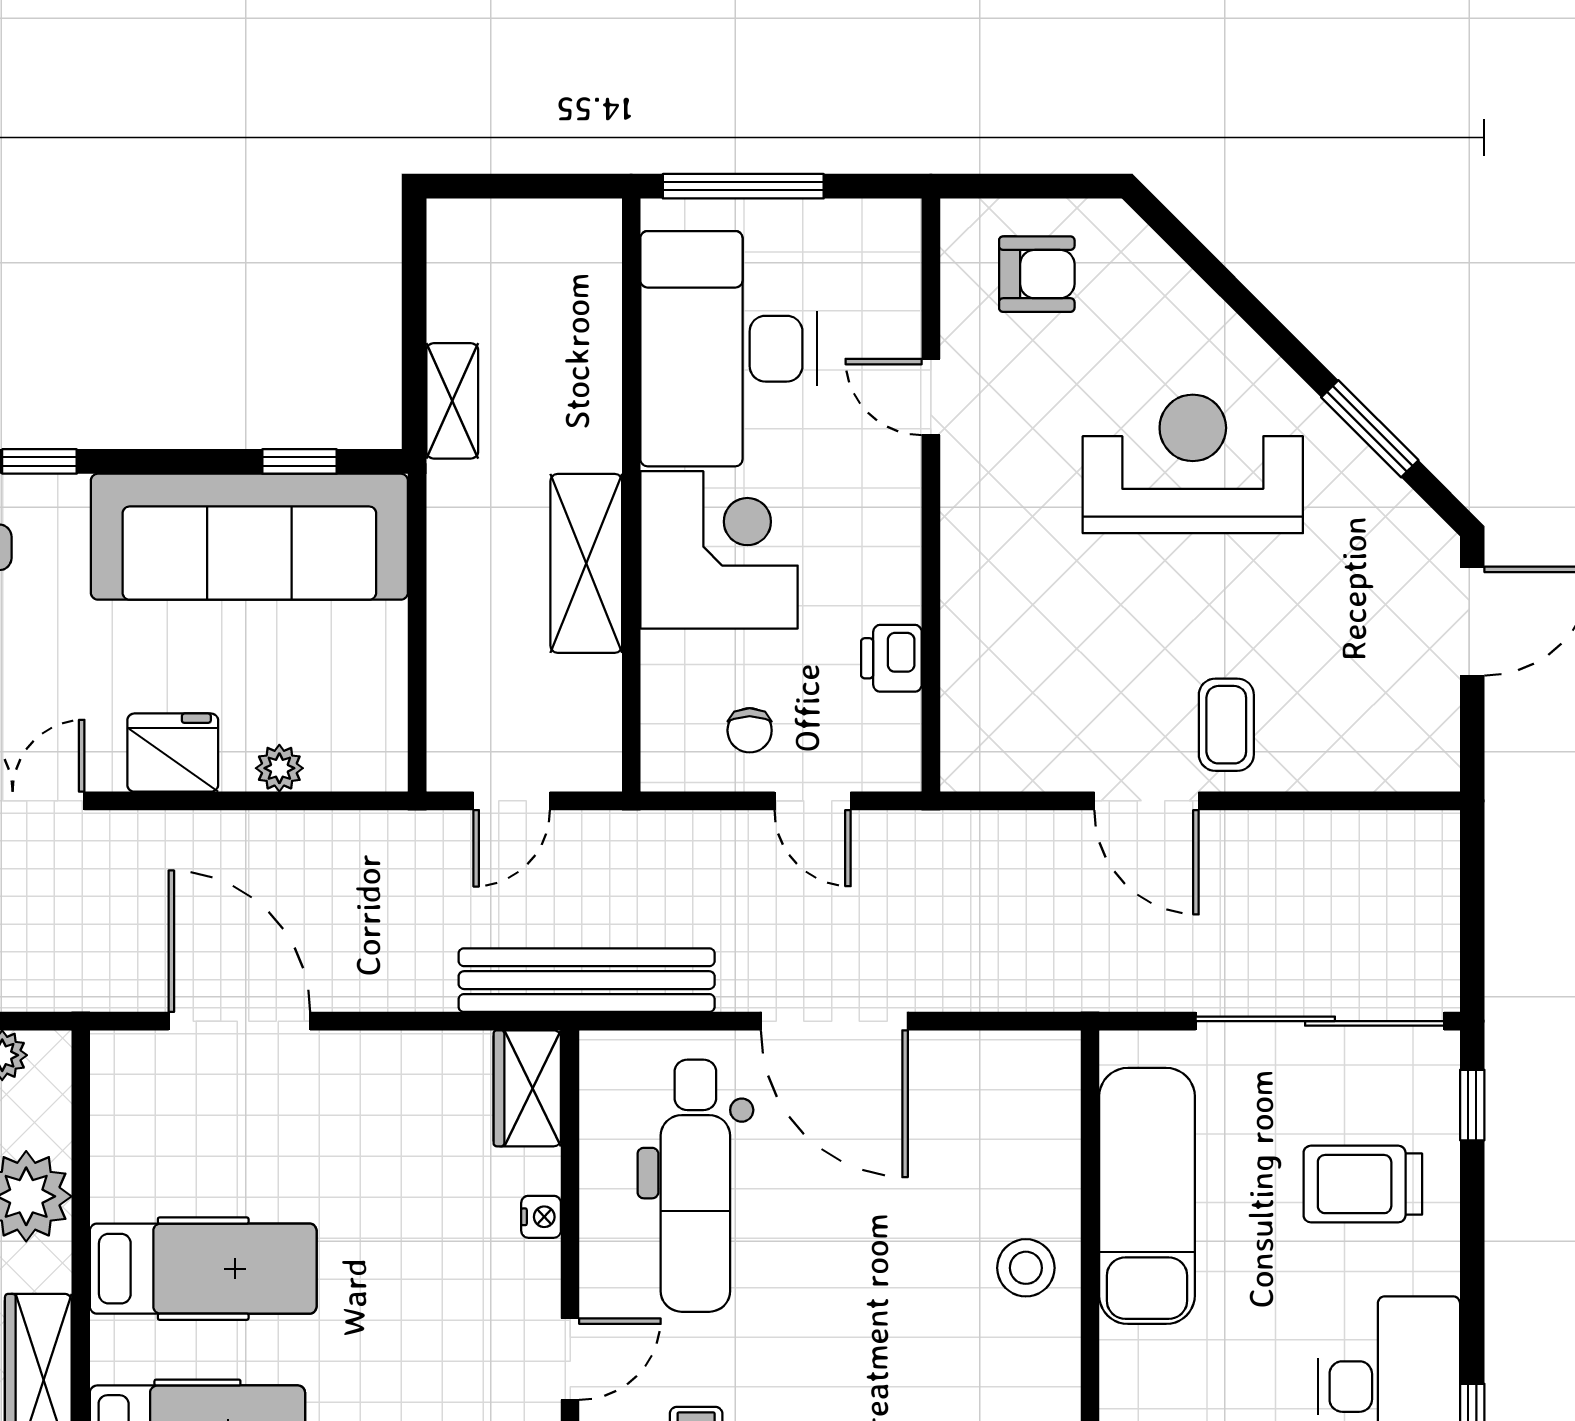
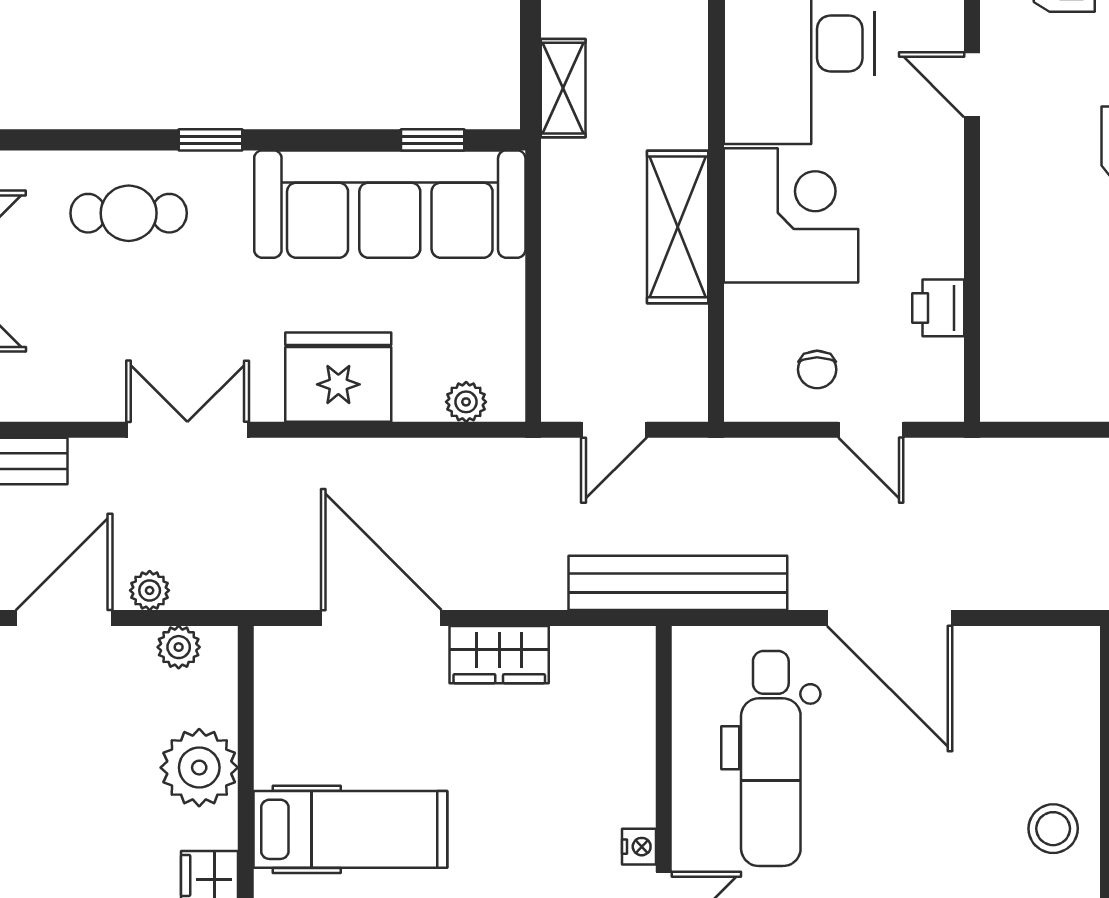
fridge: (173, 753) -> (338, 377), width x1.36, depth x1.34
plant: (279, 768) -> (466, 402), moved
wardrobe: (527, 1088) -> (499, 655), moved, turned -90
nightstand: (541, 1217) -> (639, 847), moved

